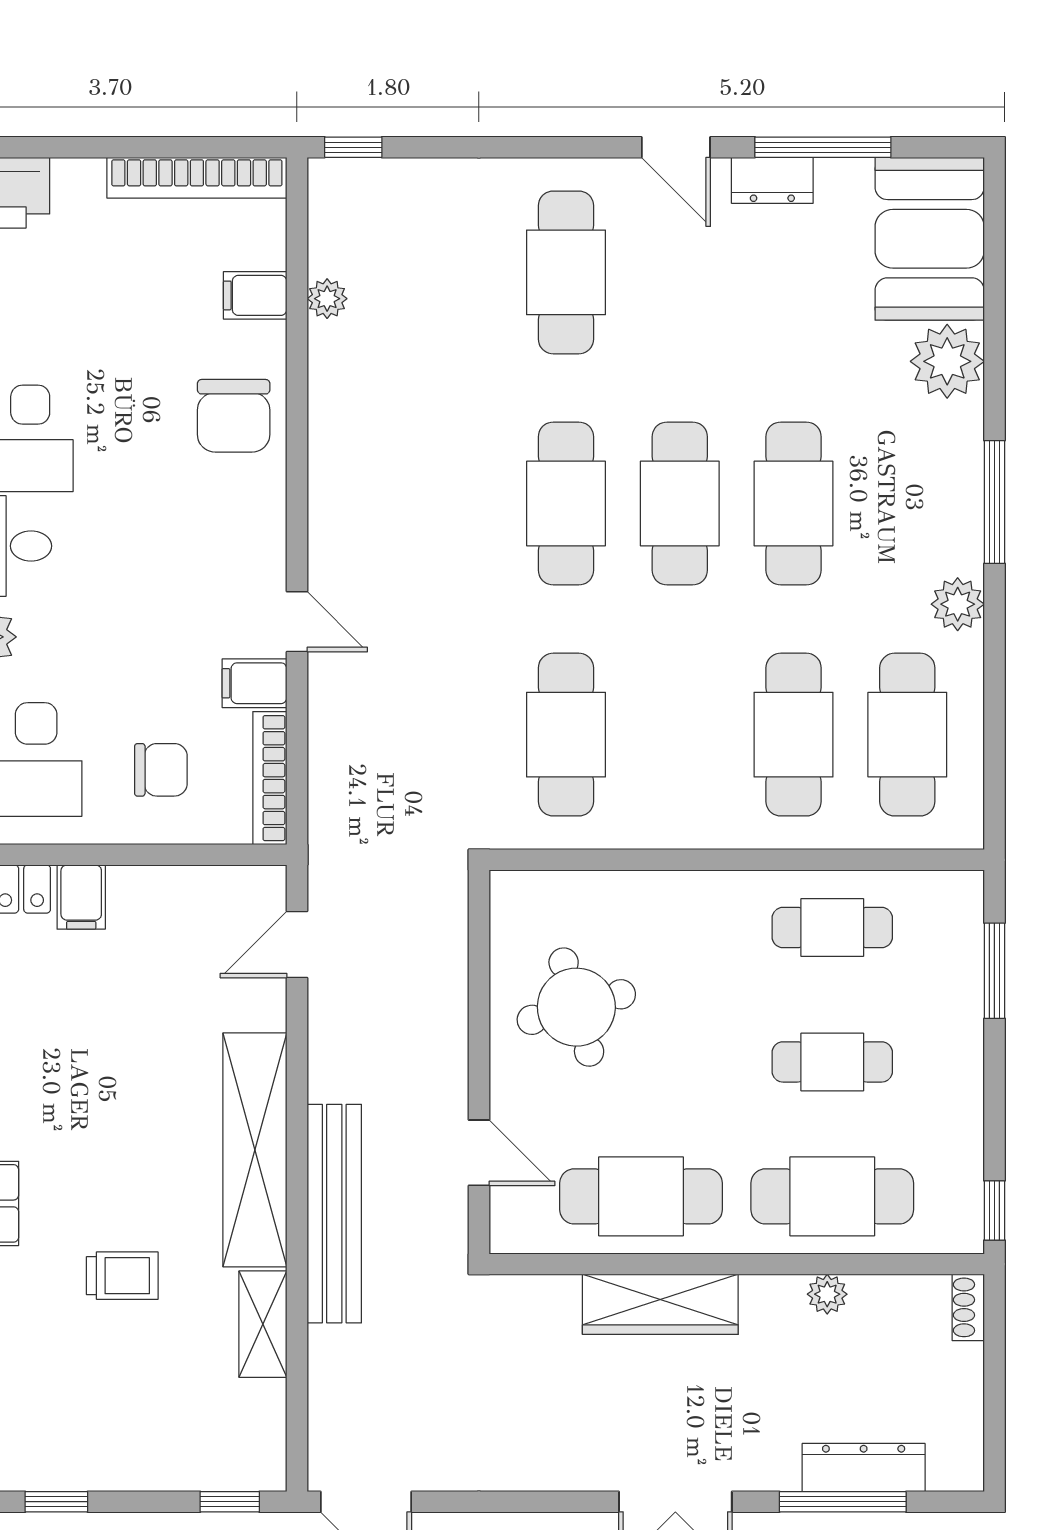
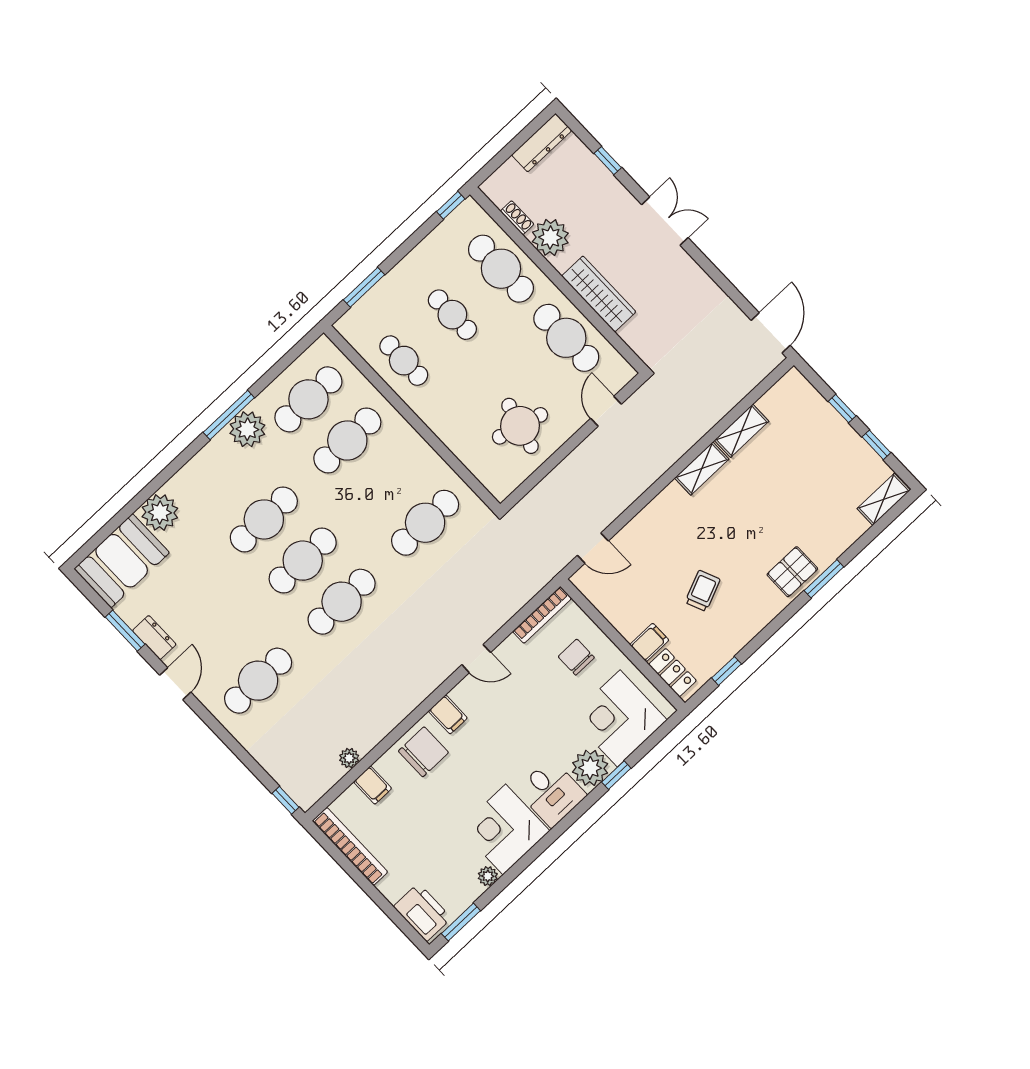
window: (823, 147) -> (125, 631), width x0.69
window: (994, 502) -> (229, 415), moved
plant: (958, 604) -> (247, 429), width x1.36, depth x1.36
door: (297, 622) -> (476, 659), swing flipped
filing cabinet: (254, 683) -> (448, 714), moved
round table: (576, 1007) -> (520, 426), turned 31
shelving: (255, 1150) -> (702, 469), width x0.45, depth x0.75
bench: (334, 1214) -> (677, 443), removed
trolley: (122, 1276) -> (703, 591), moved, turned 67
plant: (827, 1294) -> (550, 237), width x1.87, depth x1.87
shoe rack: (968, 1307) -> (517, 218), moved, turned -90
dresser: (864, 1467) -> (542, 143), moved, turned -90
window: (230, 1502) -> (842, 409), moved
window: (843, 1502) -> (608, 161), width x0.46

